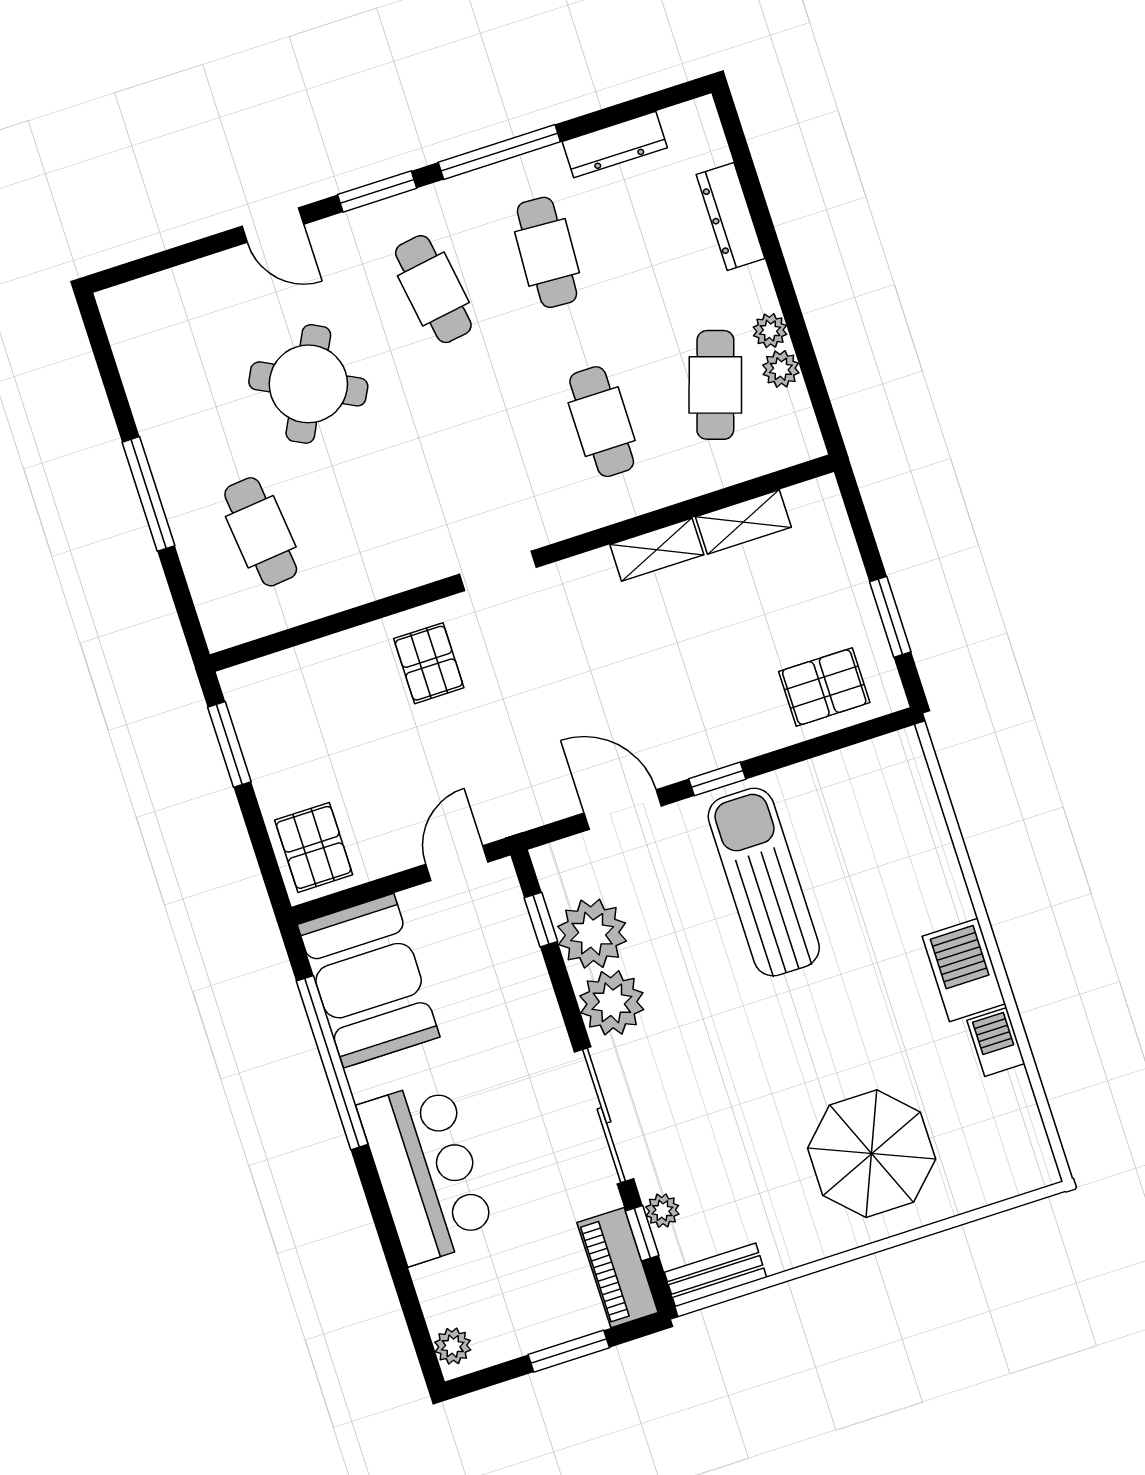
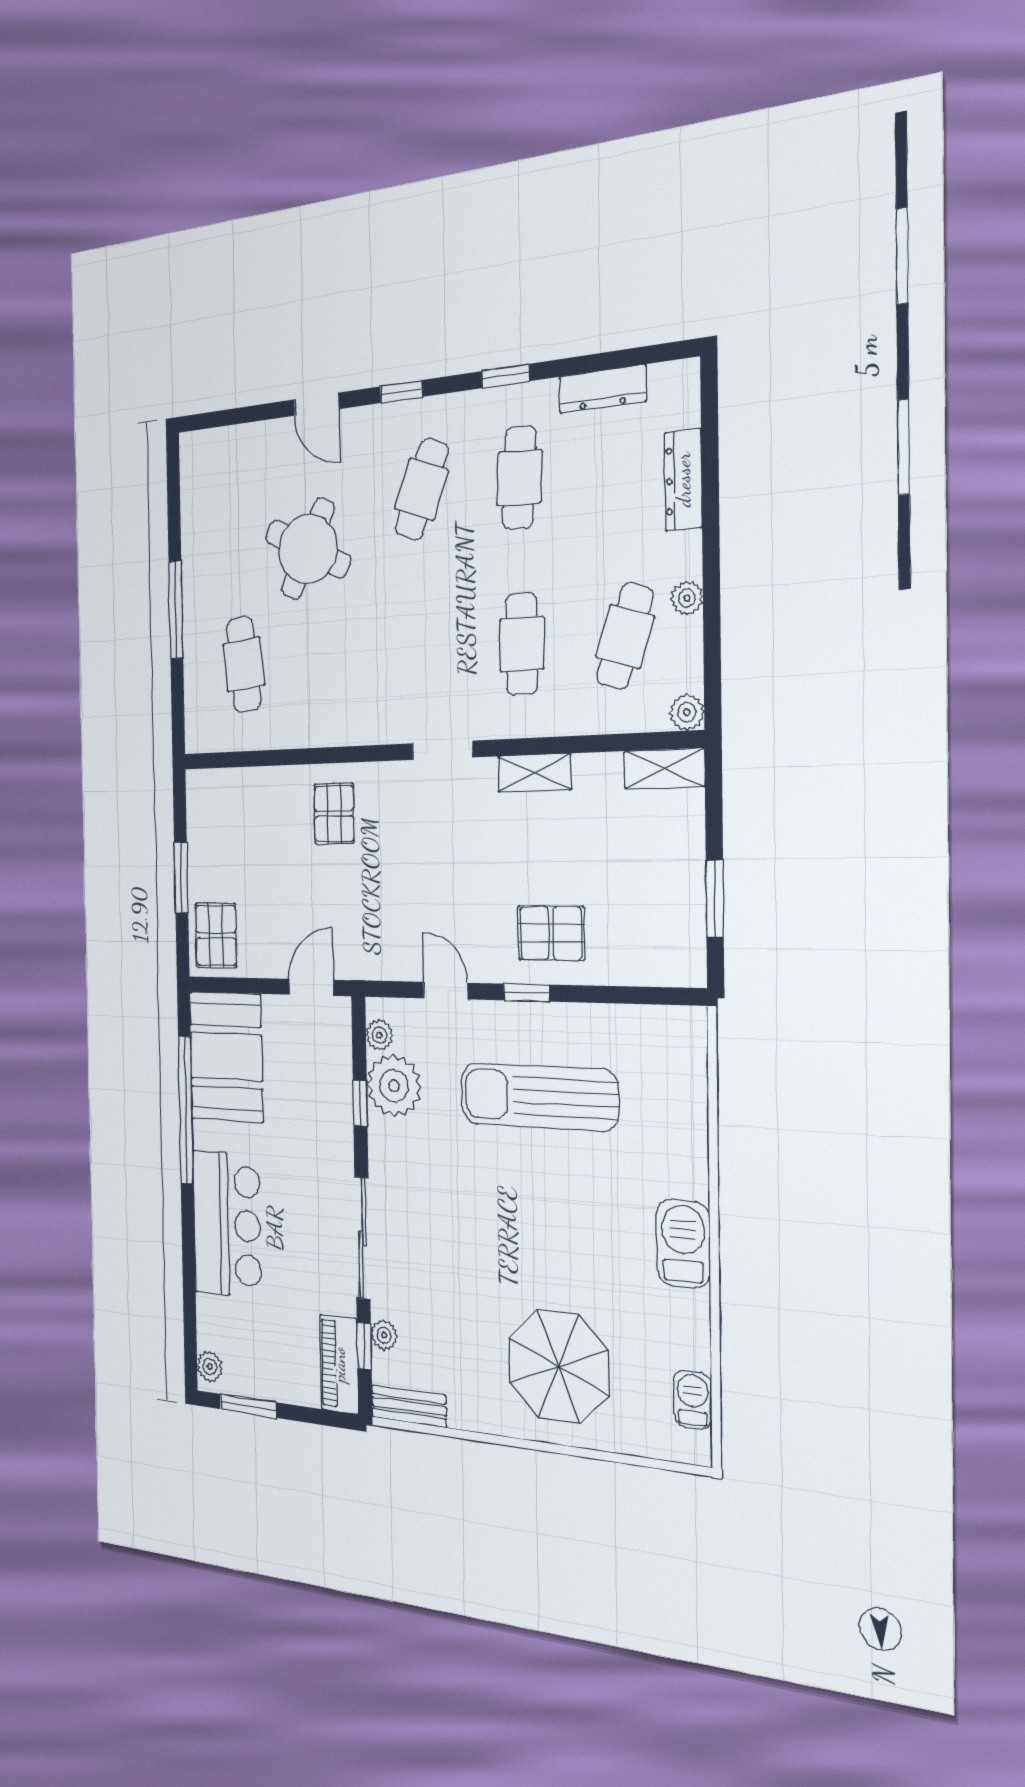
window: (499, 152) -> (506, 376), width x0.46
window: (377, 191) -> (401, 392), width x0.67
cafe table: (433, 289) -> (421, 489), turned 30
plant: (781, 369) -> (687, 712), moved
shelving: (743, 522) -> (664, 769), moved
doorway: (498, 571) -> (442, 750), moved
pallet: (824, 687) -> (551, 933), moved
window: (229, 744) -> (181, 877), moved
door: (623, 809) -> (445, 991), width x0.73
sun lounger: (764, 882) -> (539, 1097), turned -90
window: (541, 920) -> (360, 1103), moved
plant: (612, 1003) -> (379, 1035), moved, width x0.53, depth x0.53
barbecue: (996, 1042) -> (693, 1400), moved
window: (569, 1351) -> (248, 1406), moved

